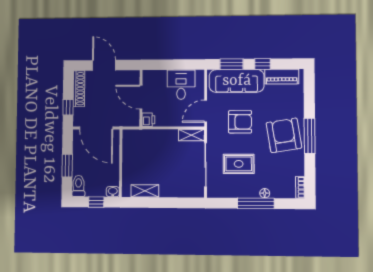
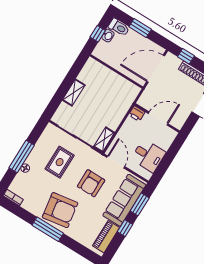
shelving: (145, 191) -> (74, 93), moved
washbasin: (113, 192) -> (108, 36), moved

